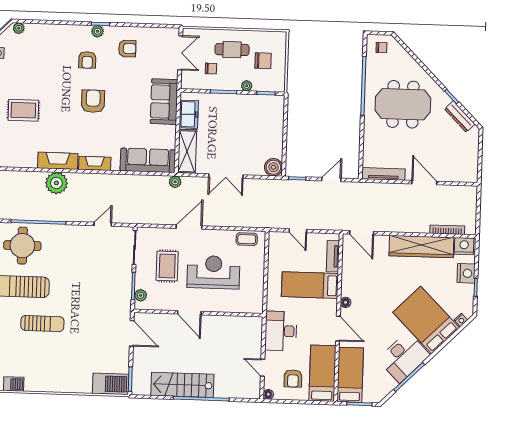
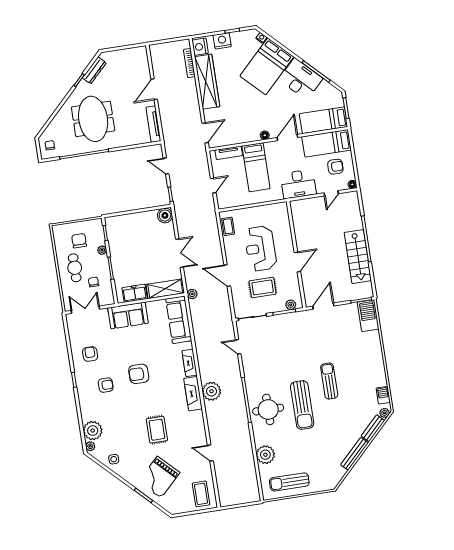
plant: (98, 31) -> (93, 431), moved, width x1.87, depth x1.87

